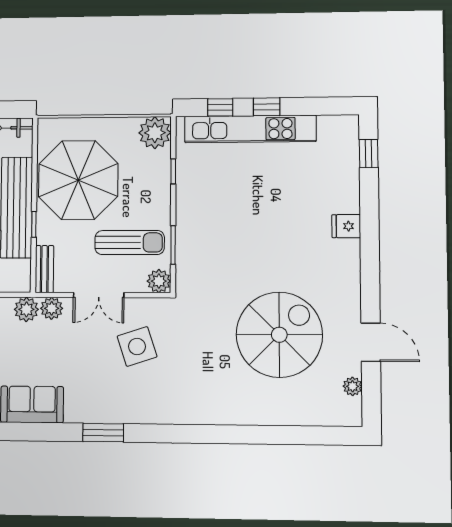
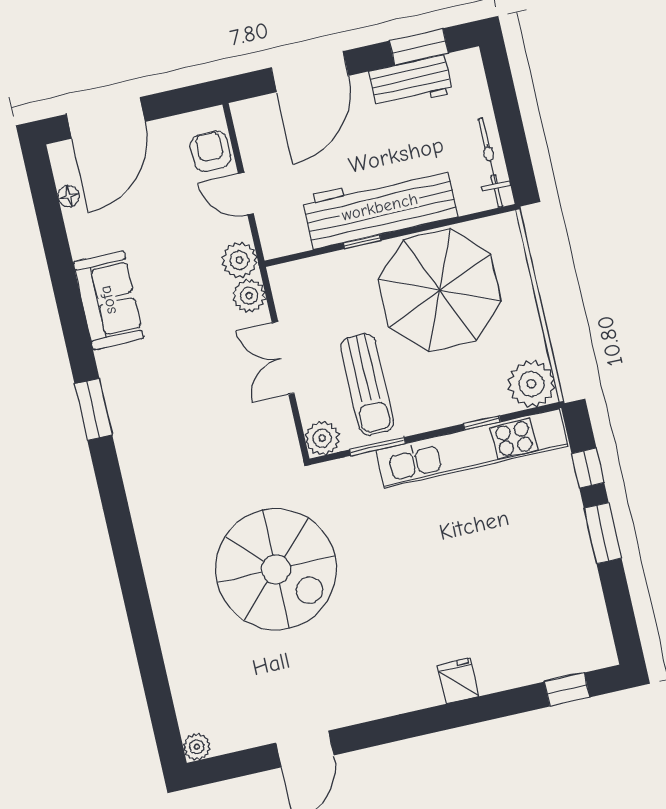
window: (267, 107) -> (603, 533), width x1.50
kitchen unit: (250, 129) -> (472, 448), moved, turned -90
bench: (44, 269) -> (302, 272), removed
spiral stairs: (279, 335) -> (276, 569), moved
side table: (137, 346) -> (224, 429), removed
plant: (353, 386) -> (197, 747), moved

